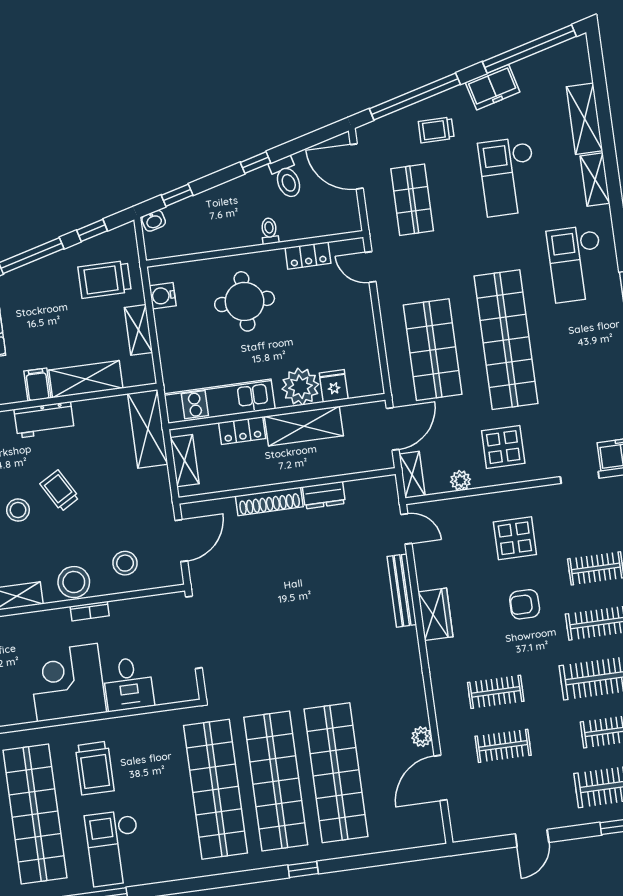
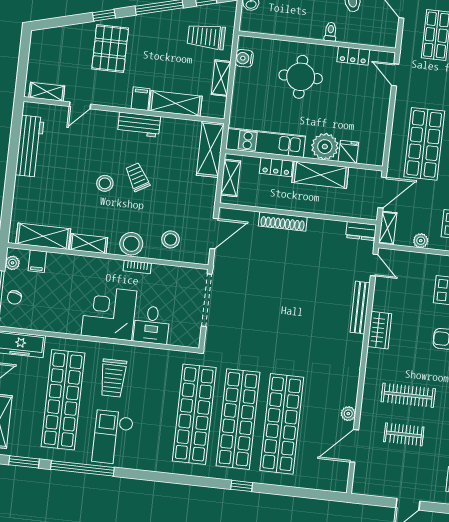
dresser: (324, 495) -> (361, 231), moved
clothes rail: (496, 692) -> (408, 395), width x1.36

